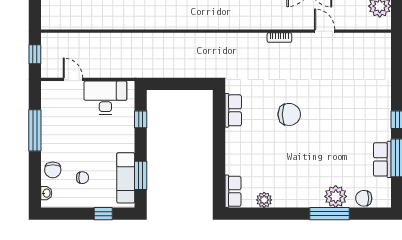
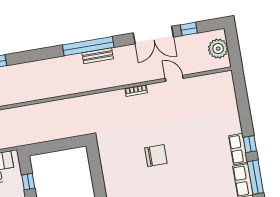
row of seats: (233, 110) -> (238, 149), moved, turned 180

